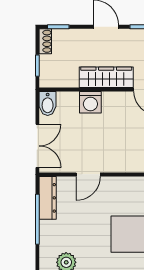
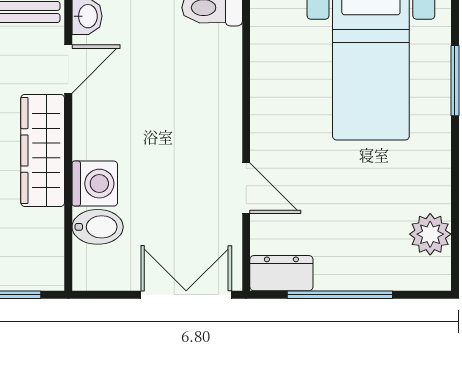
bidet: (48, 104) -> (98, 227), moved
dresser: (48, 198) -> (281, 273), width x0.70

